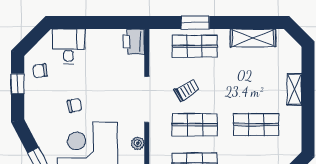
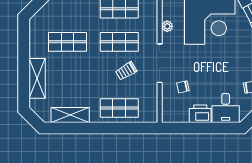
window: (195, 23) -> (119, 128), removed
printer: (134, 42) -> (200, 114), moved, turned -90
shelving: (294, 89) -> (37, 78), width x1.50, depth x1.33
chair: (75, 105) -> (183, 87), moved

